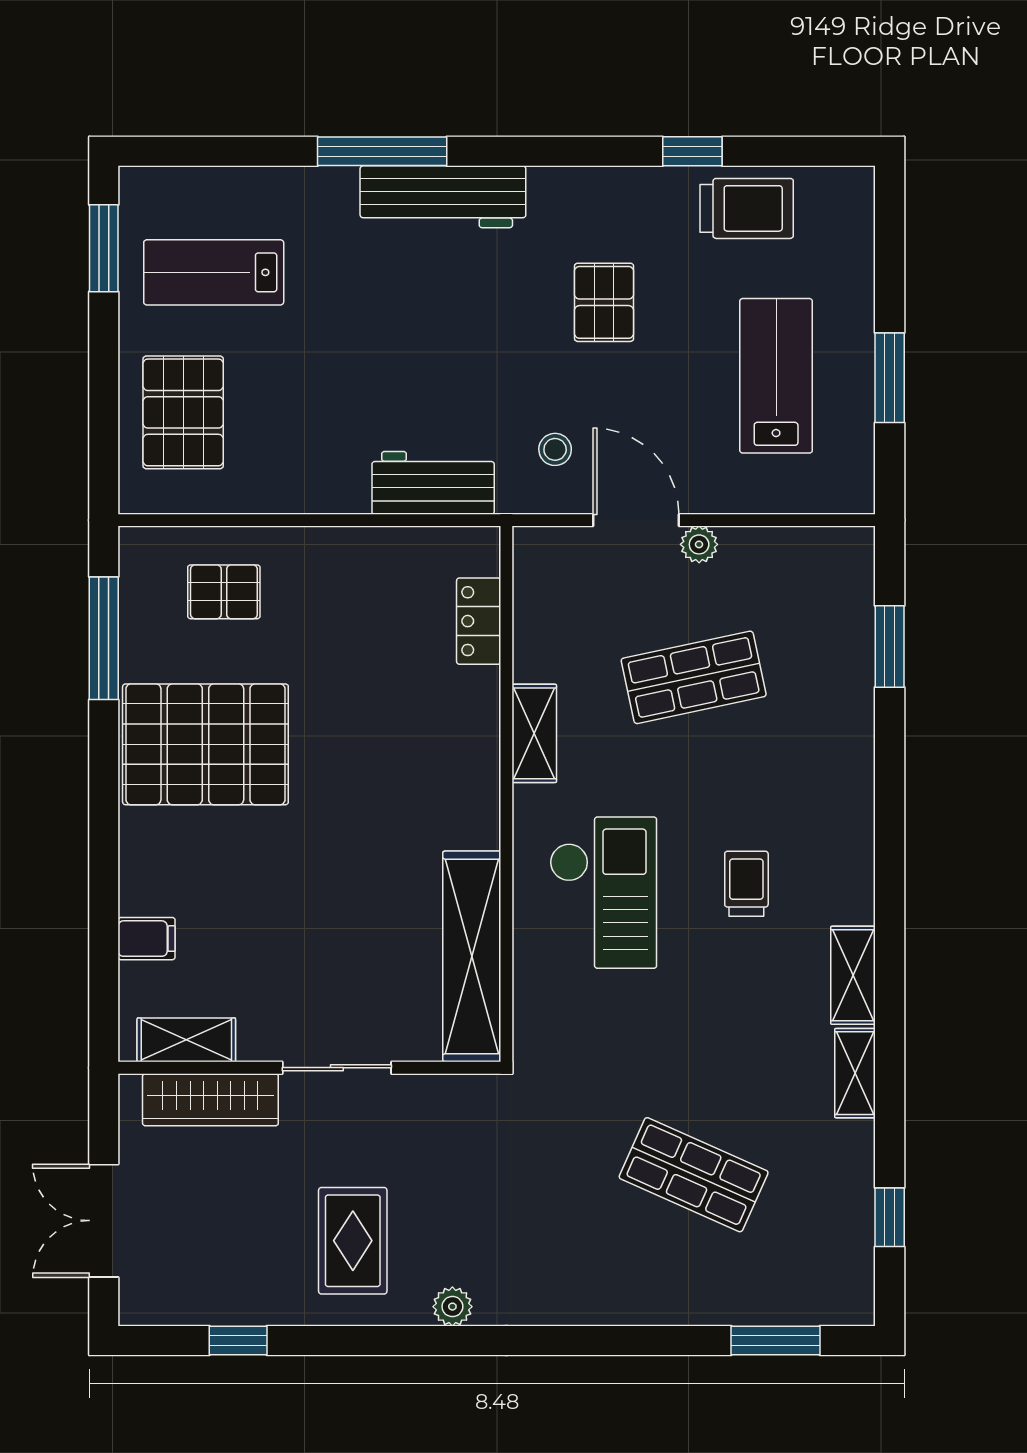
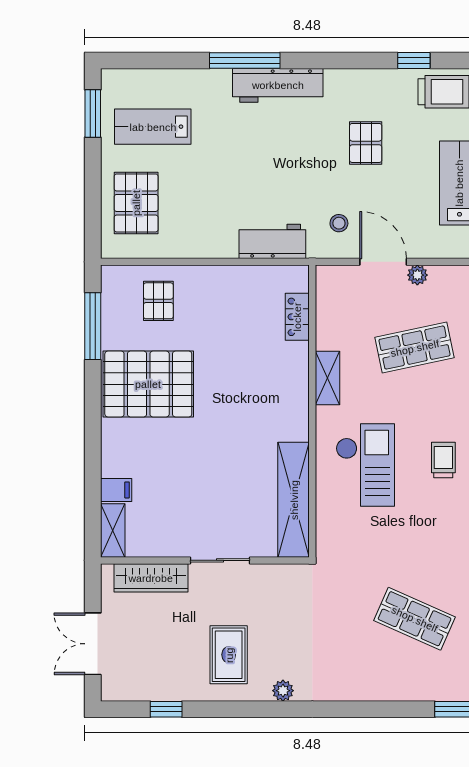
pallet: (224, 592) -> (158, 301), turned 90
shelving: (186, 1040) -> (113, 530), moved, turned 90

